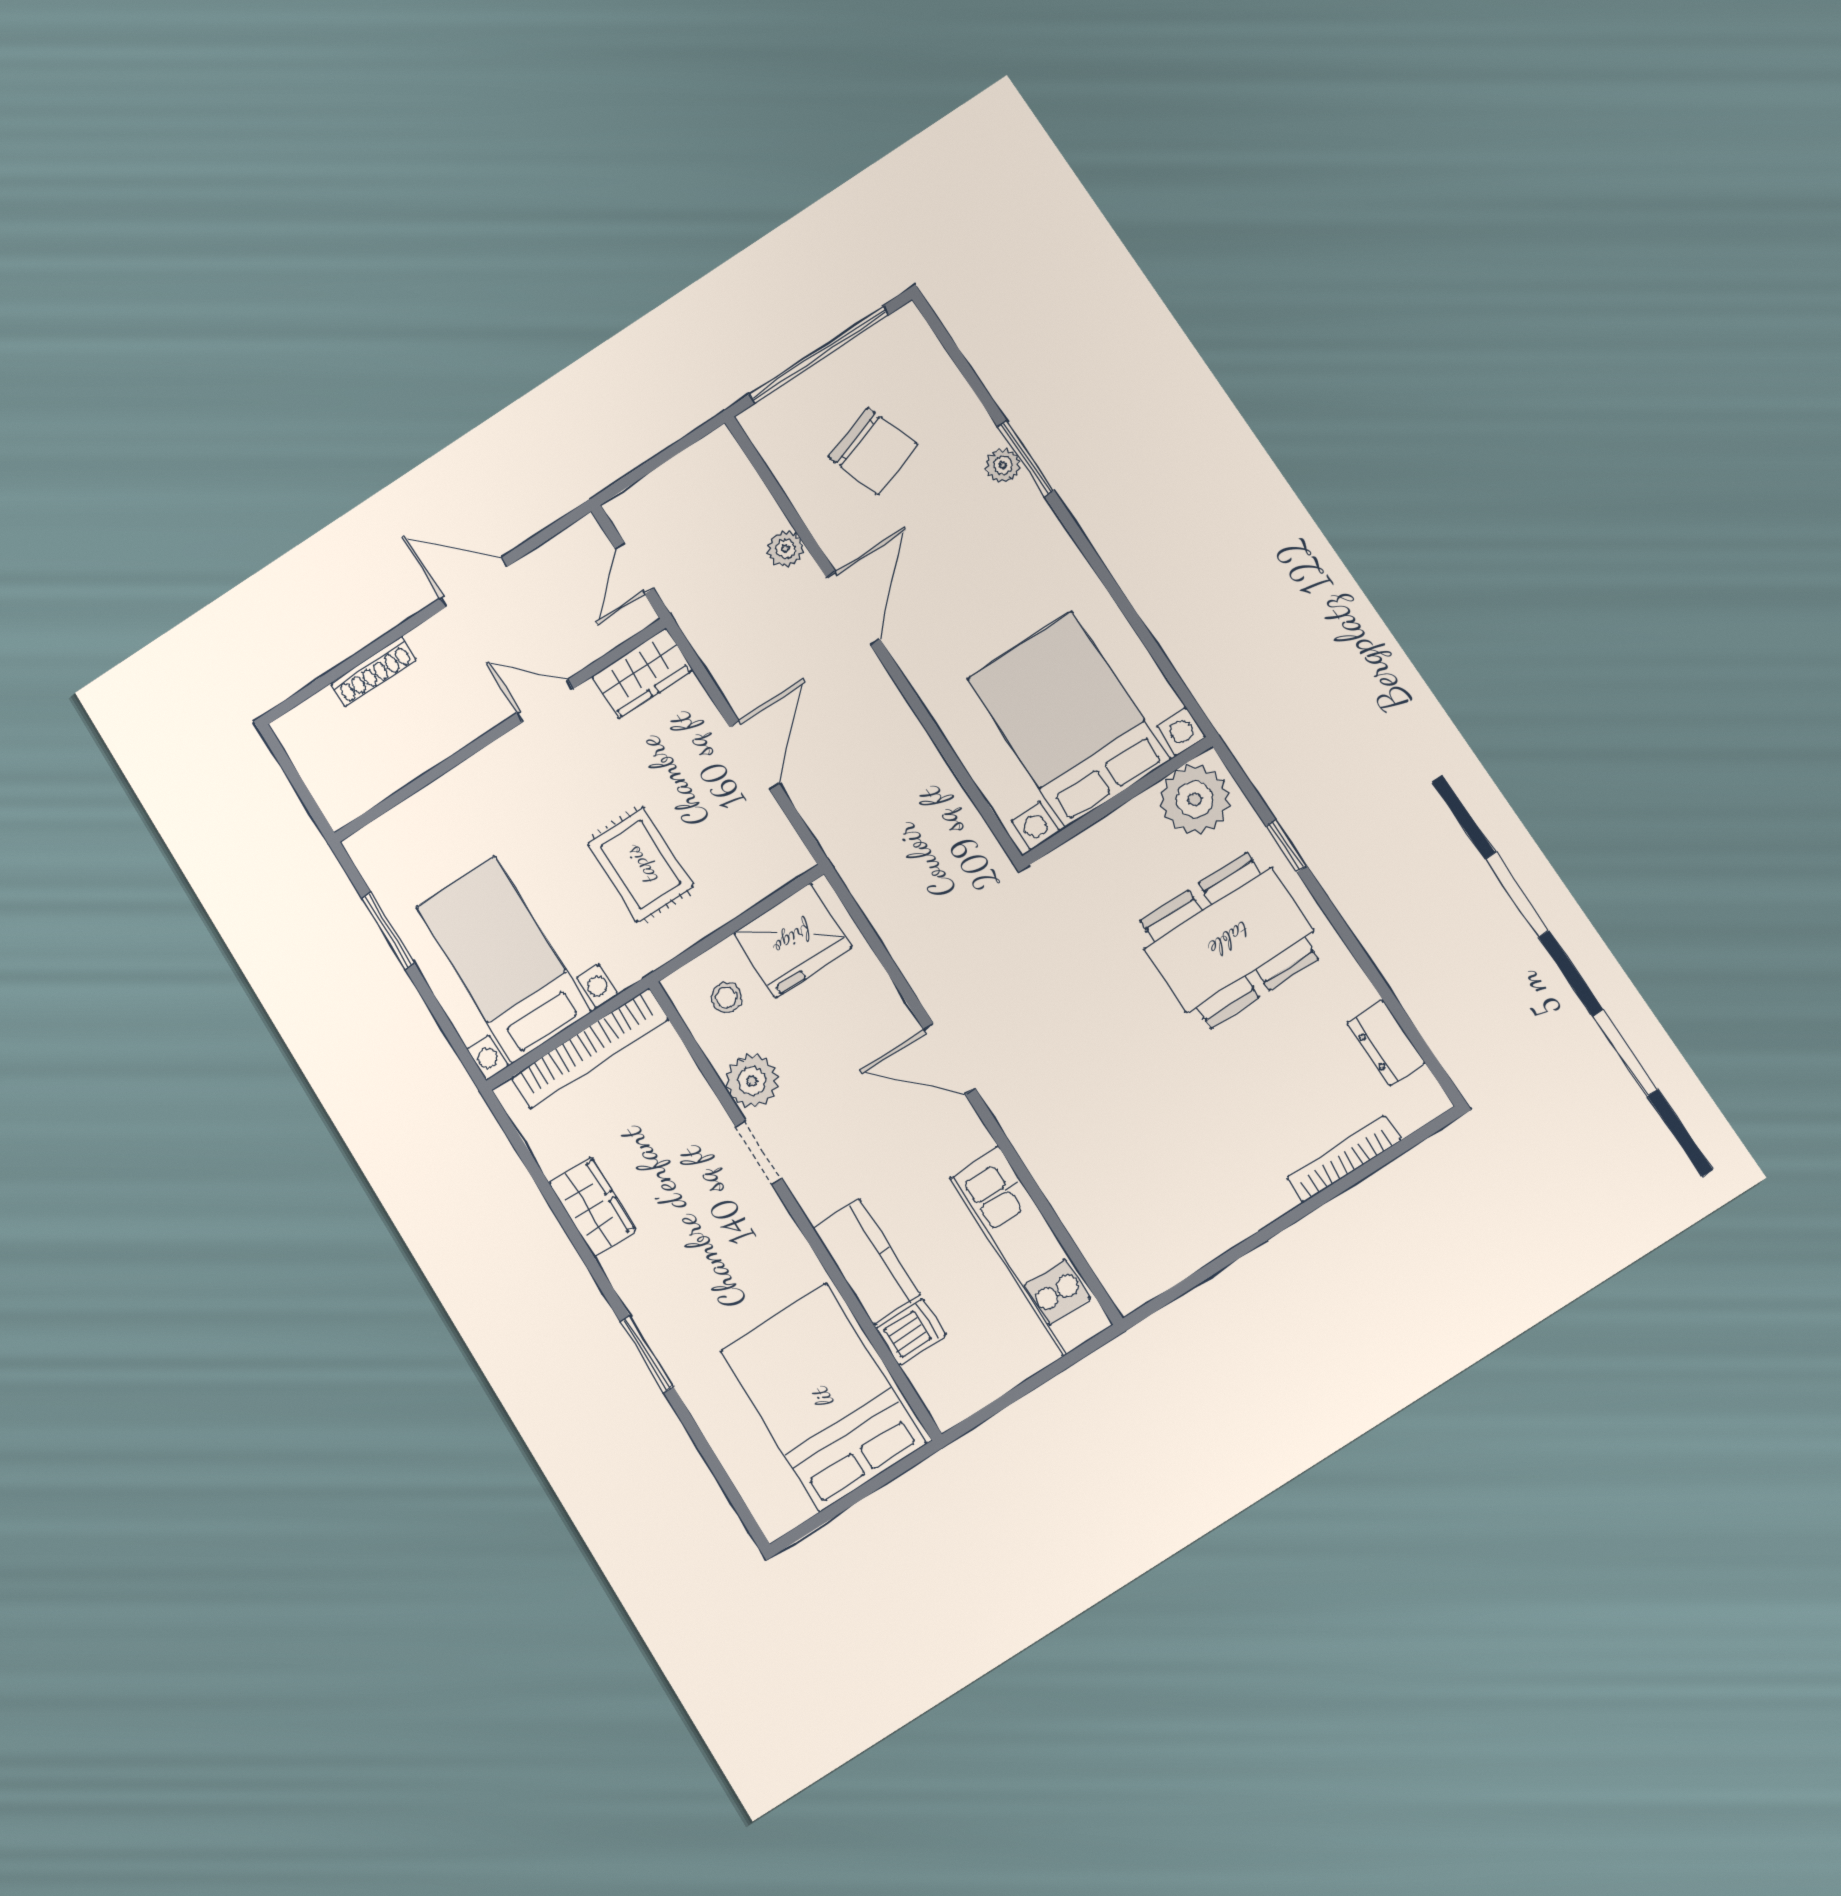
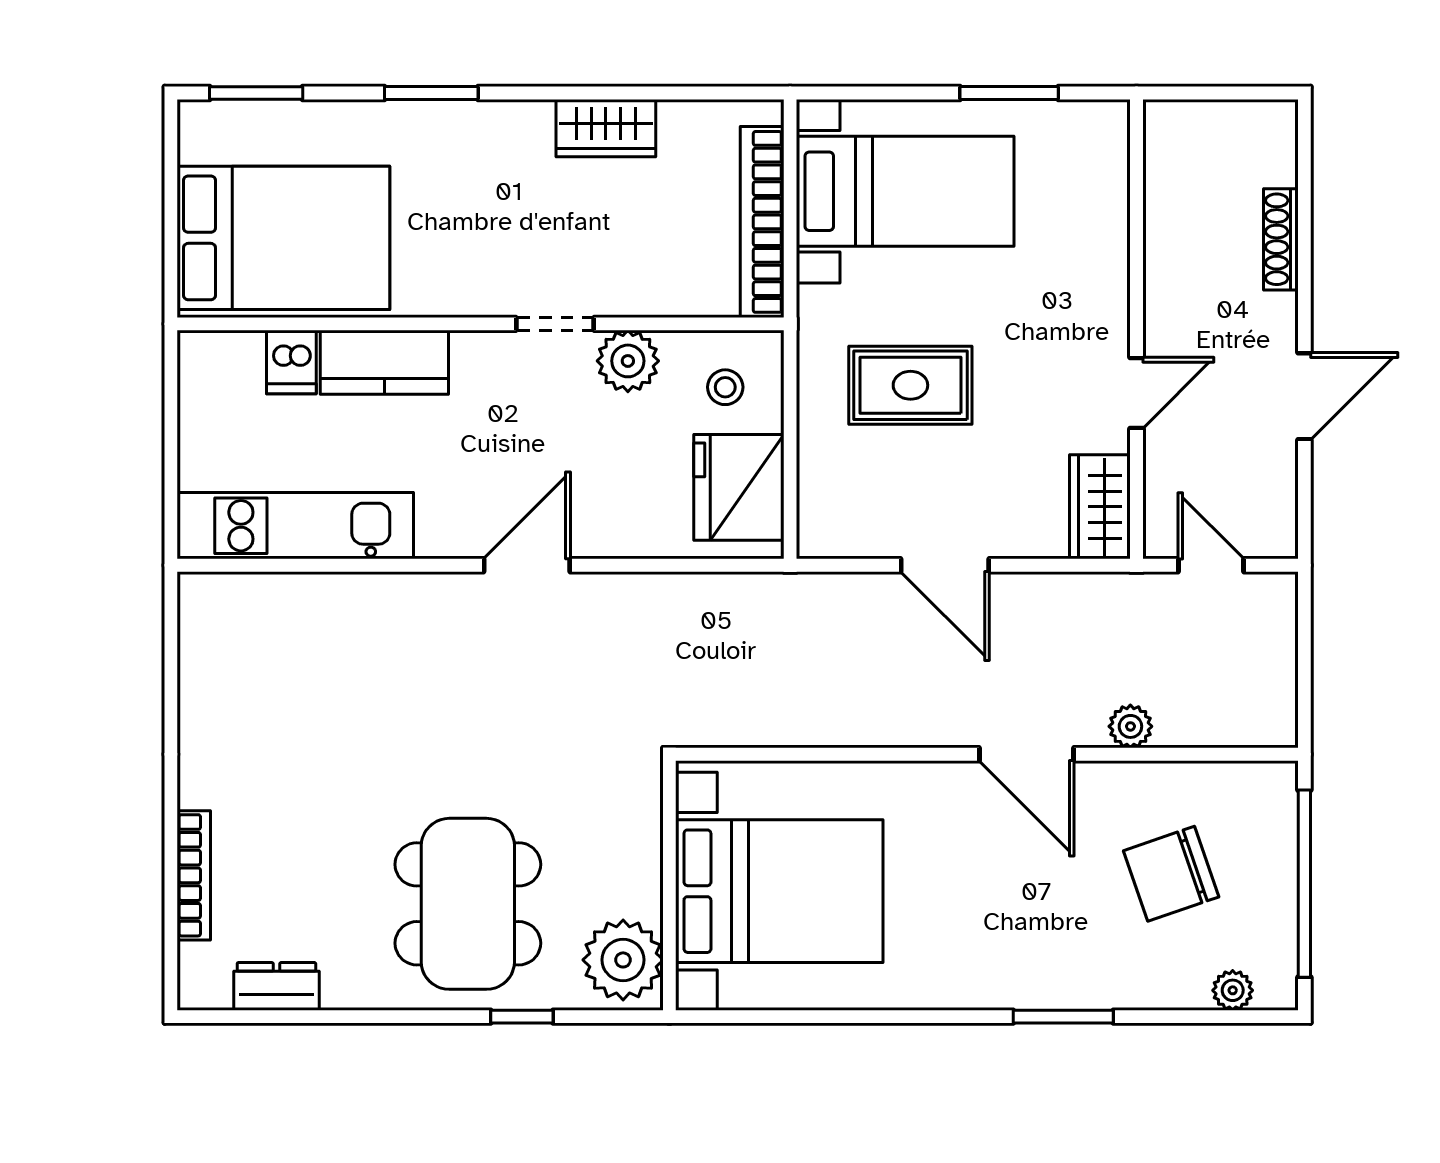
plant: (1003, 465) -> (1233, 990), moved
window: (728, 1487) -> (256, 93), added

